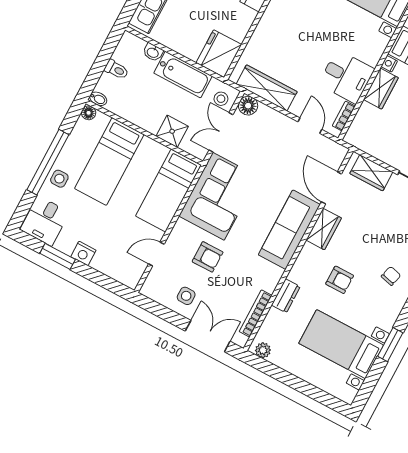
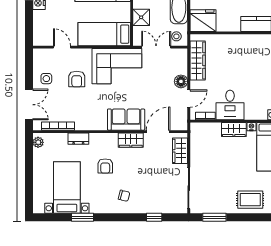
floor lamp: (248, 106) -> (181, 81), moved
sofa: (289, 230) -> (126, 120), width x0.73

